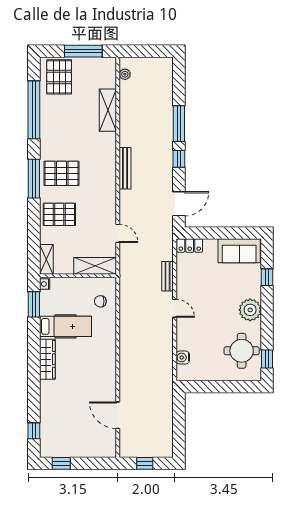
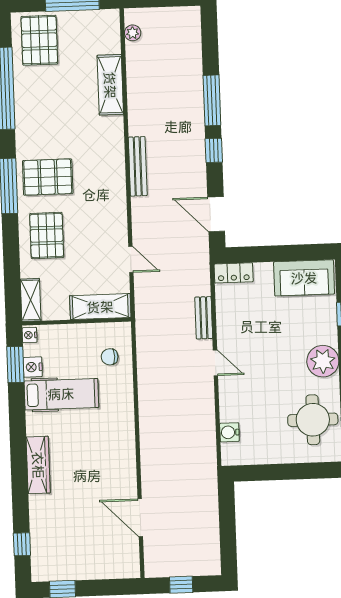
door: (179, 204) -> (216, 214), swing flipped
pallet: (59, 214) -> (47, 235), turned 90
nightstand: (46, 307) -> (33, 367), added
wardrobe: (47, 359) -> (38, 465), moved

